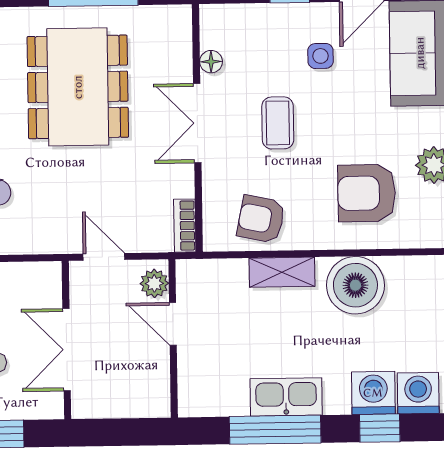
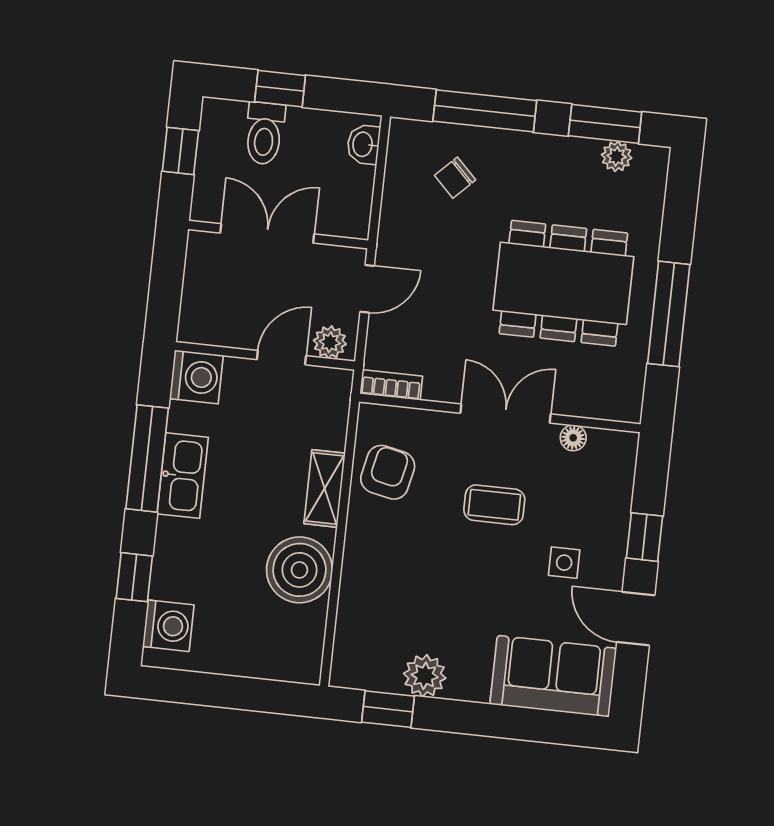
armchair: (367, 193) -> (402, 596), removed
washing machine: (373, 393) -> (196, 377), moved

